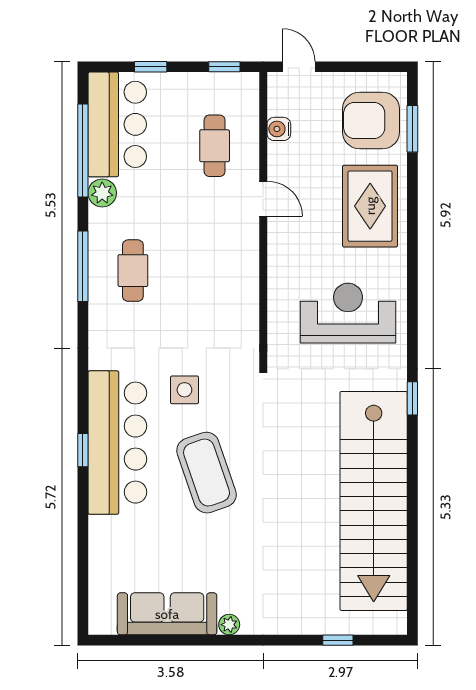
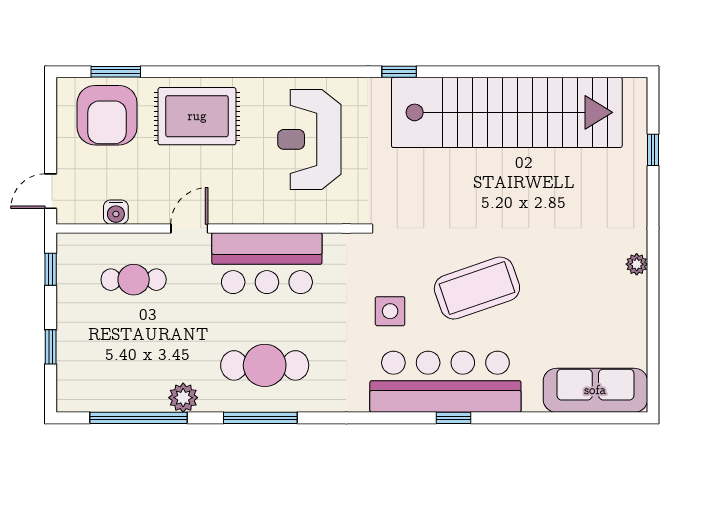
bar counter: (117, 124) -> (267, 263), moved, turned 180
cafe table: (133, 271) -> (265, 365), width x1.37, depth x1.35
sofa: (167, 614) -> (595, 390), moved, turned 90

